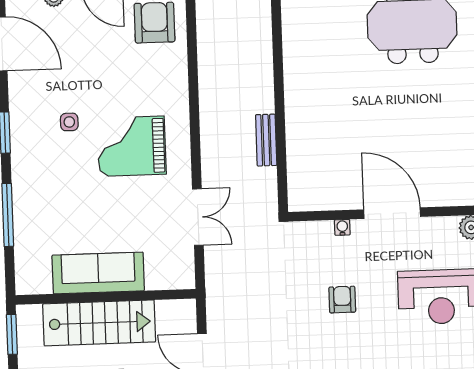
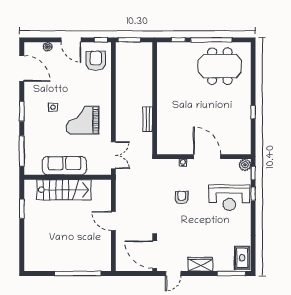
sofa: (98, 273) -> (64, 166), moved
wall: (106, 297) -> (68, 177), moved
stairs: (99, 323) -> (64, 190), moved

